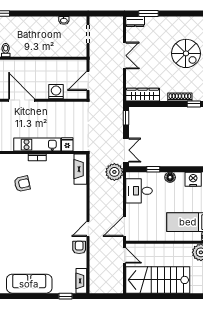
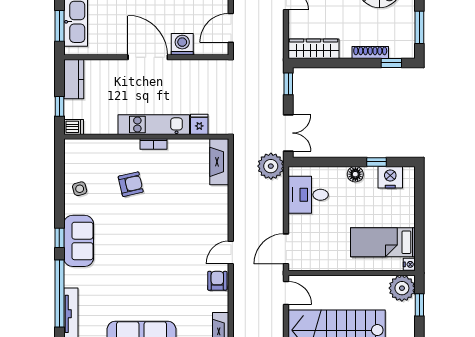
door: (22, 100) -> (148, 57), moved
window: (153, 169) -> (377, 162), moved

